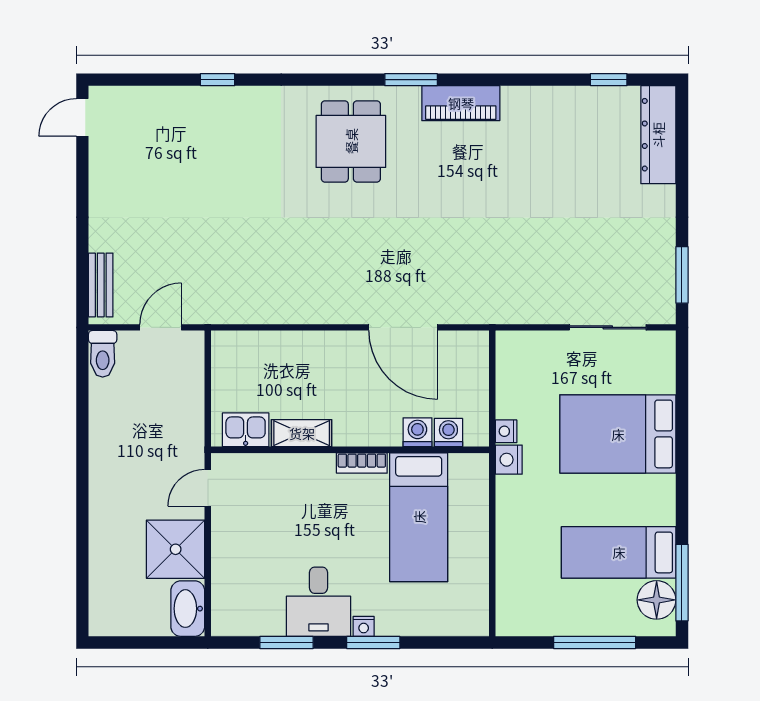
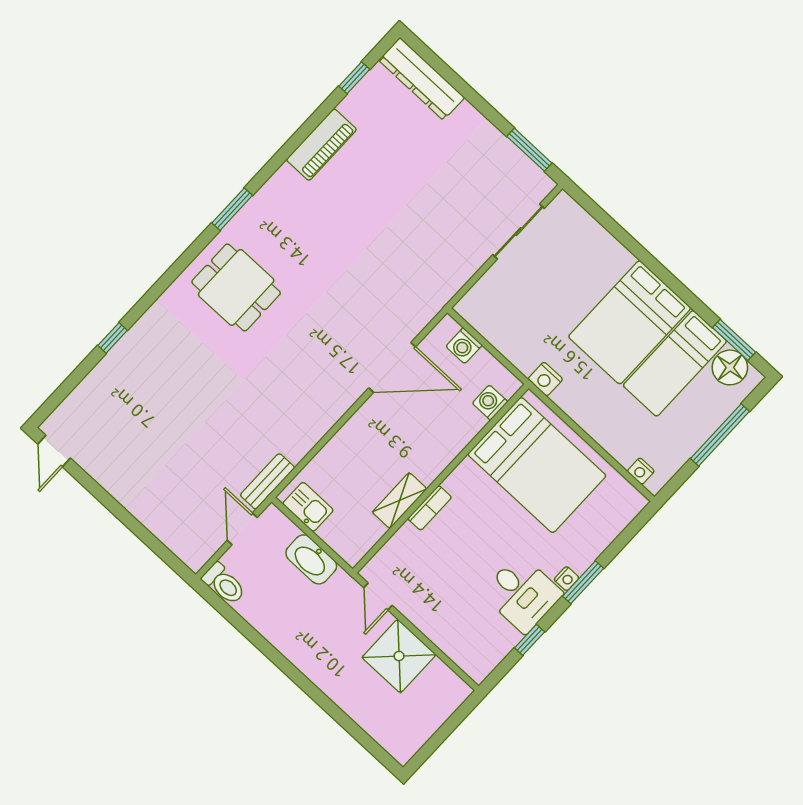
piano: (461, 103) -> (321, 145), moved
bench: (101, 285) -> (267, 481), moved, turned 90
kitchen sink: (246, 430) -> (308, 507), moved, turned 90
nightstand: (506, 431) -> (641, 471), moved
washing machine: (417, 432) -> (464, 346), moved, turned -90
bed: (618, 434) -> (630, 322), moved
bookcase: (362, 463) -> (430, 508), moved
bed: (419, 517) -> (537, 465), width x1.50
window: (682, 583) -> (734, 340), width x0.69
washbasin: (188, 609) -> (311, 559), moved
window: (287, 642) -> (530, 640), width x0.67

